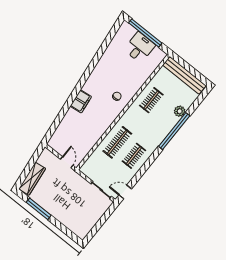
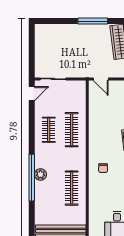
clothes rail: (151, 100) -> (72, 188), width x1.36
plant: (180, 111) -> (40, 174), moved

